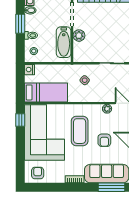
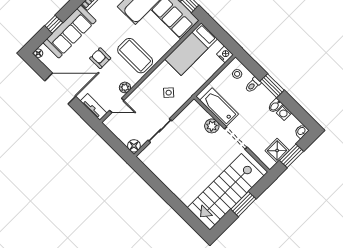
coffee table: (80, 131) -> (135, 56), moved
window: (112, 187) -> (54, 24), width x0.46

